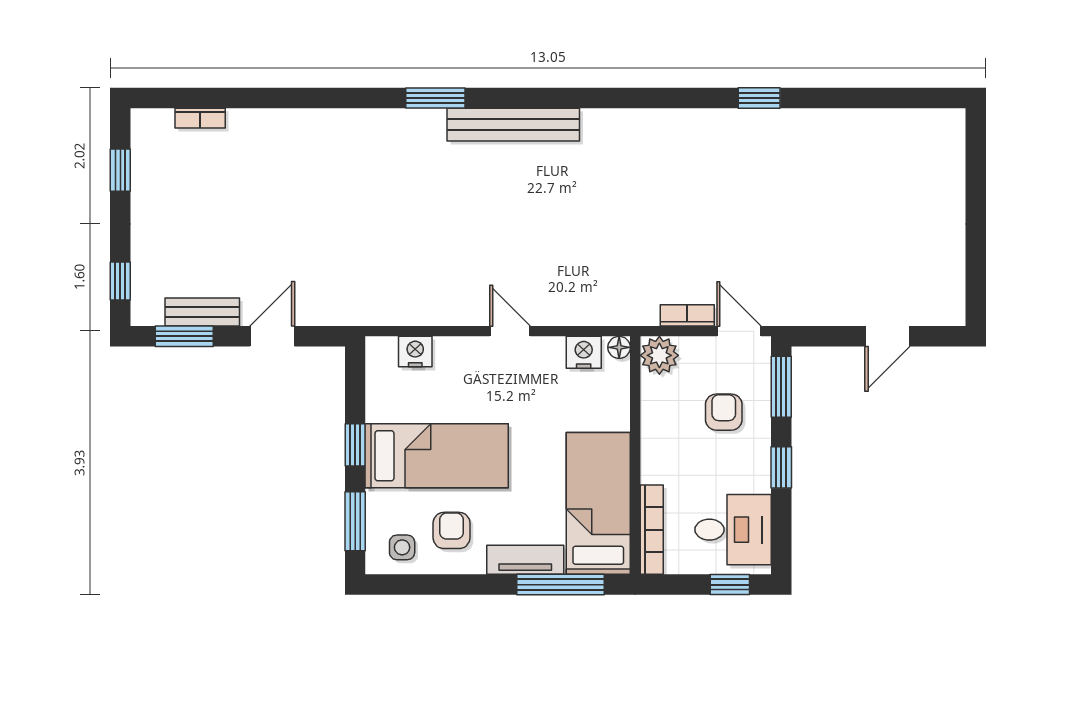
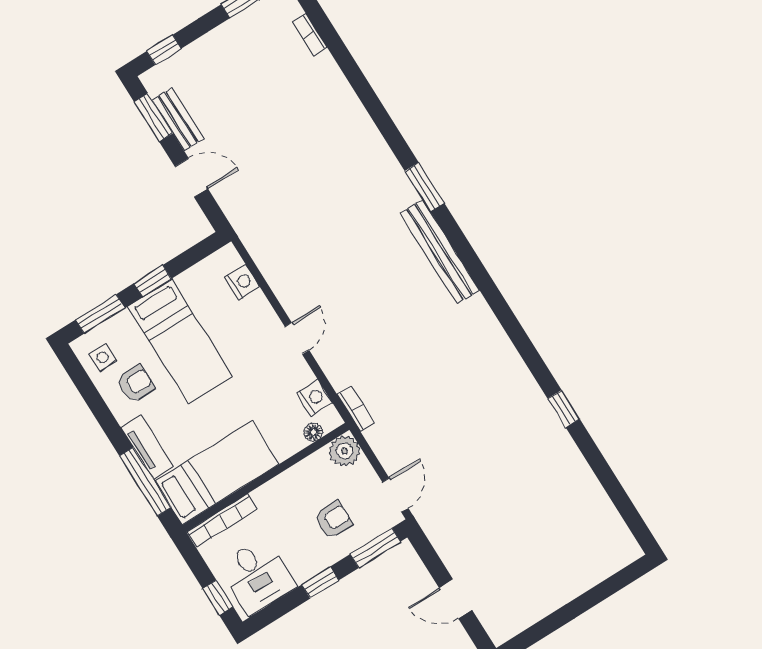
bookcase: (687, 315) -> (356, 408), moved
floor lamp: (619, 347) -> (313, 432), moved

